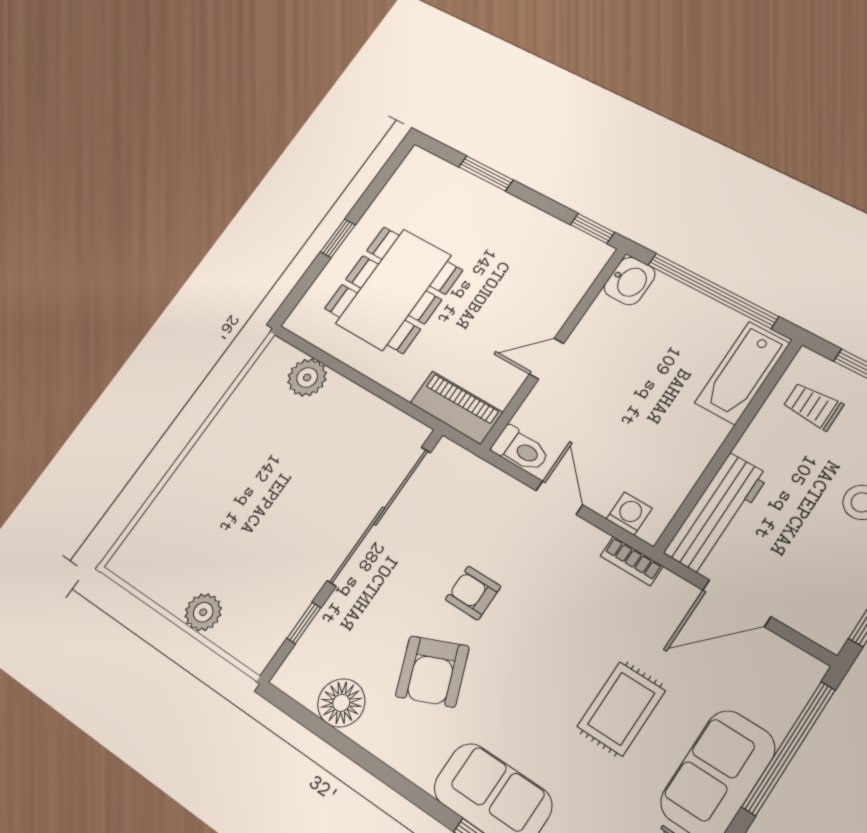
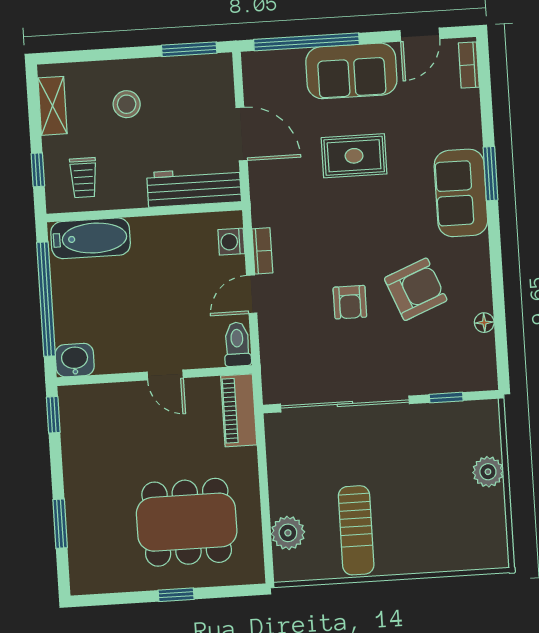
sun lounger: (257, 444) -> (356, 530), added
bookcase: (632, 561) -> (262, 251), moved
floor lamp: (341, 703) -> (484, 323), width x0.53, depth x0.53

